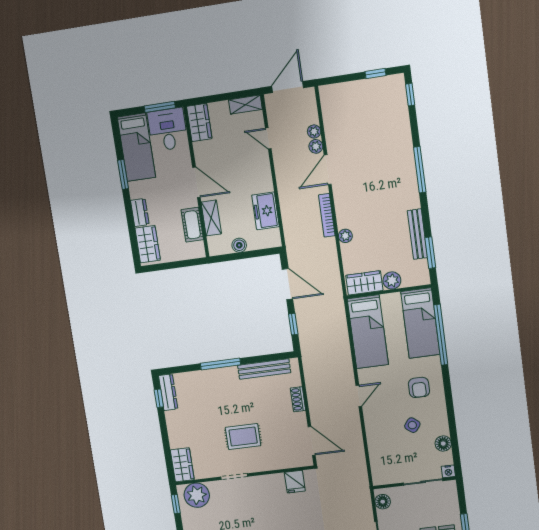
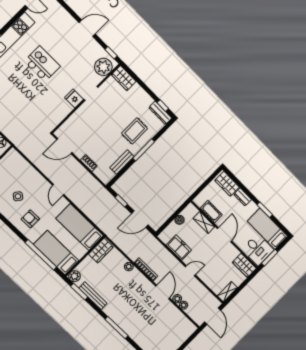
door: (268, 138) -> (190, 271), moved
door: (196, 182) -> (224, 235), swing flipped
plant: (392, 280) -> (74, 276), moved
bench: (264, 369) -> (122, 162), width x0.73
rug: (243, 437) -> (135, 131), moved
fridge: (295, 482) -> (74, 98), moved

